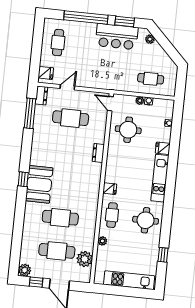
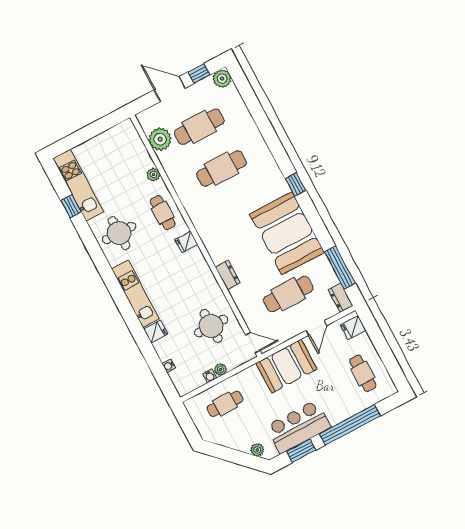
booth: (100, 77) -> (286, 366), added
booth: (39, 184) -> (287, 233), moved, width x1.36, depth x1.42
kitchen unit: (129, 280) -> (78, 185), moved, turned -90

